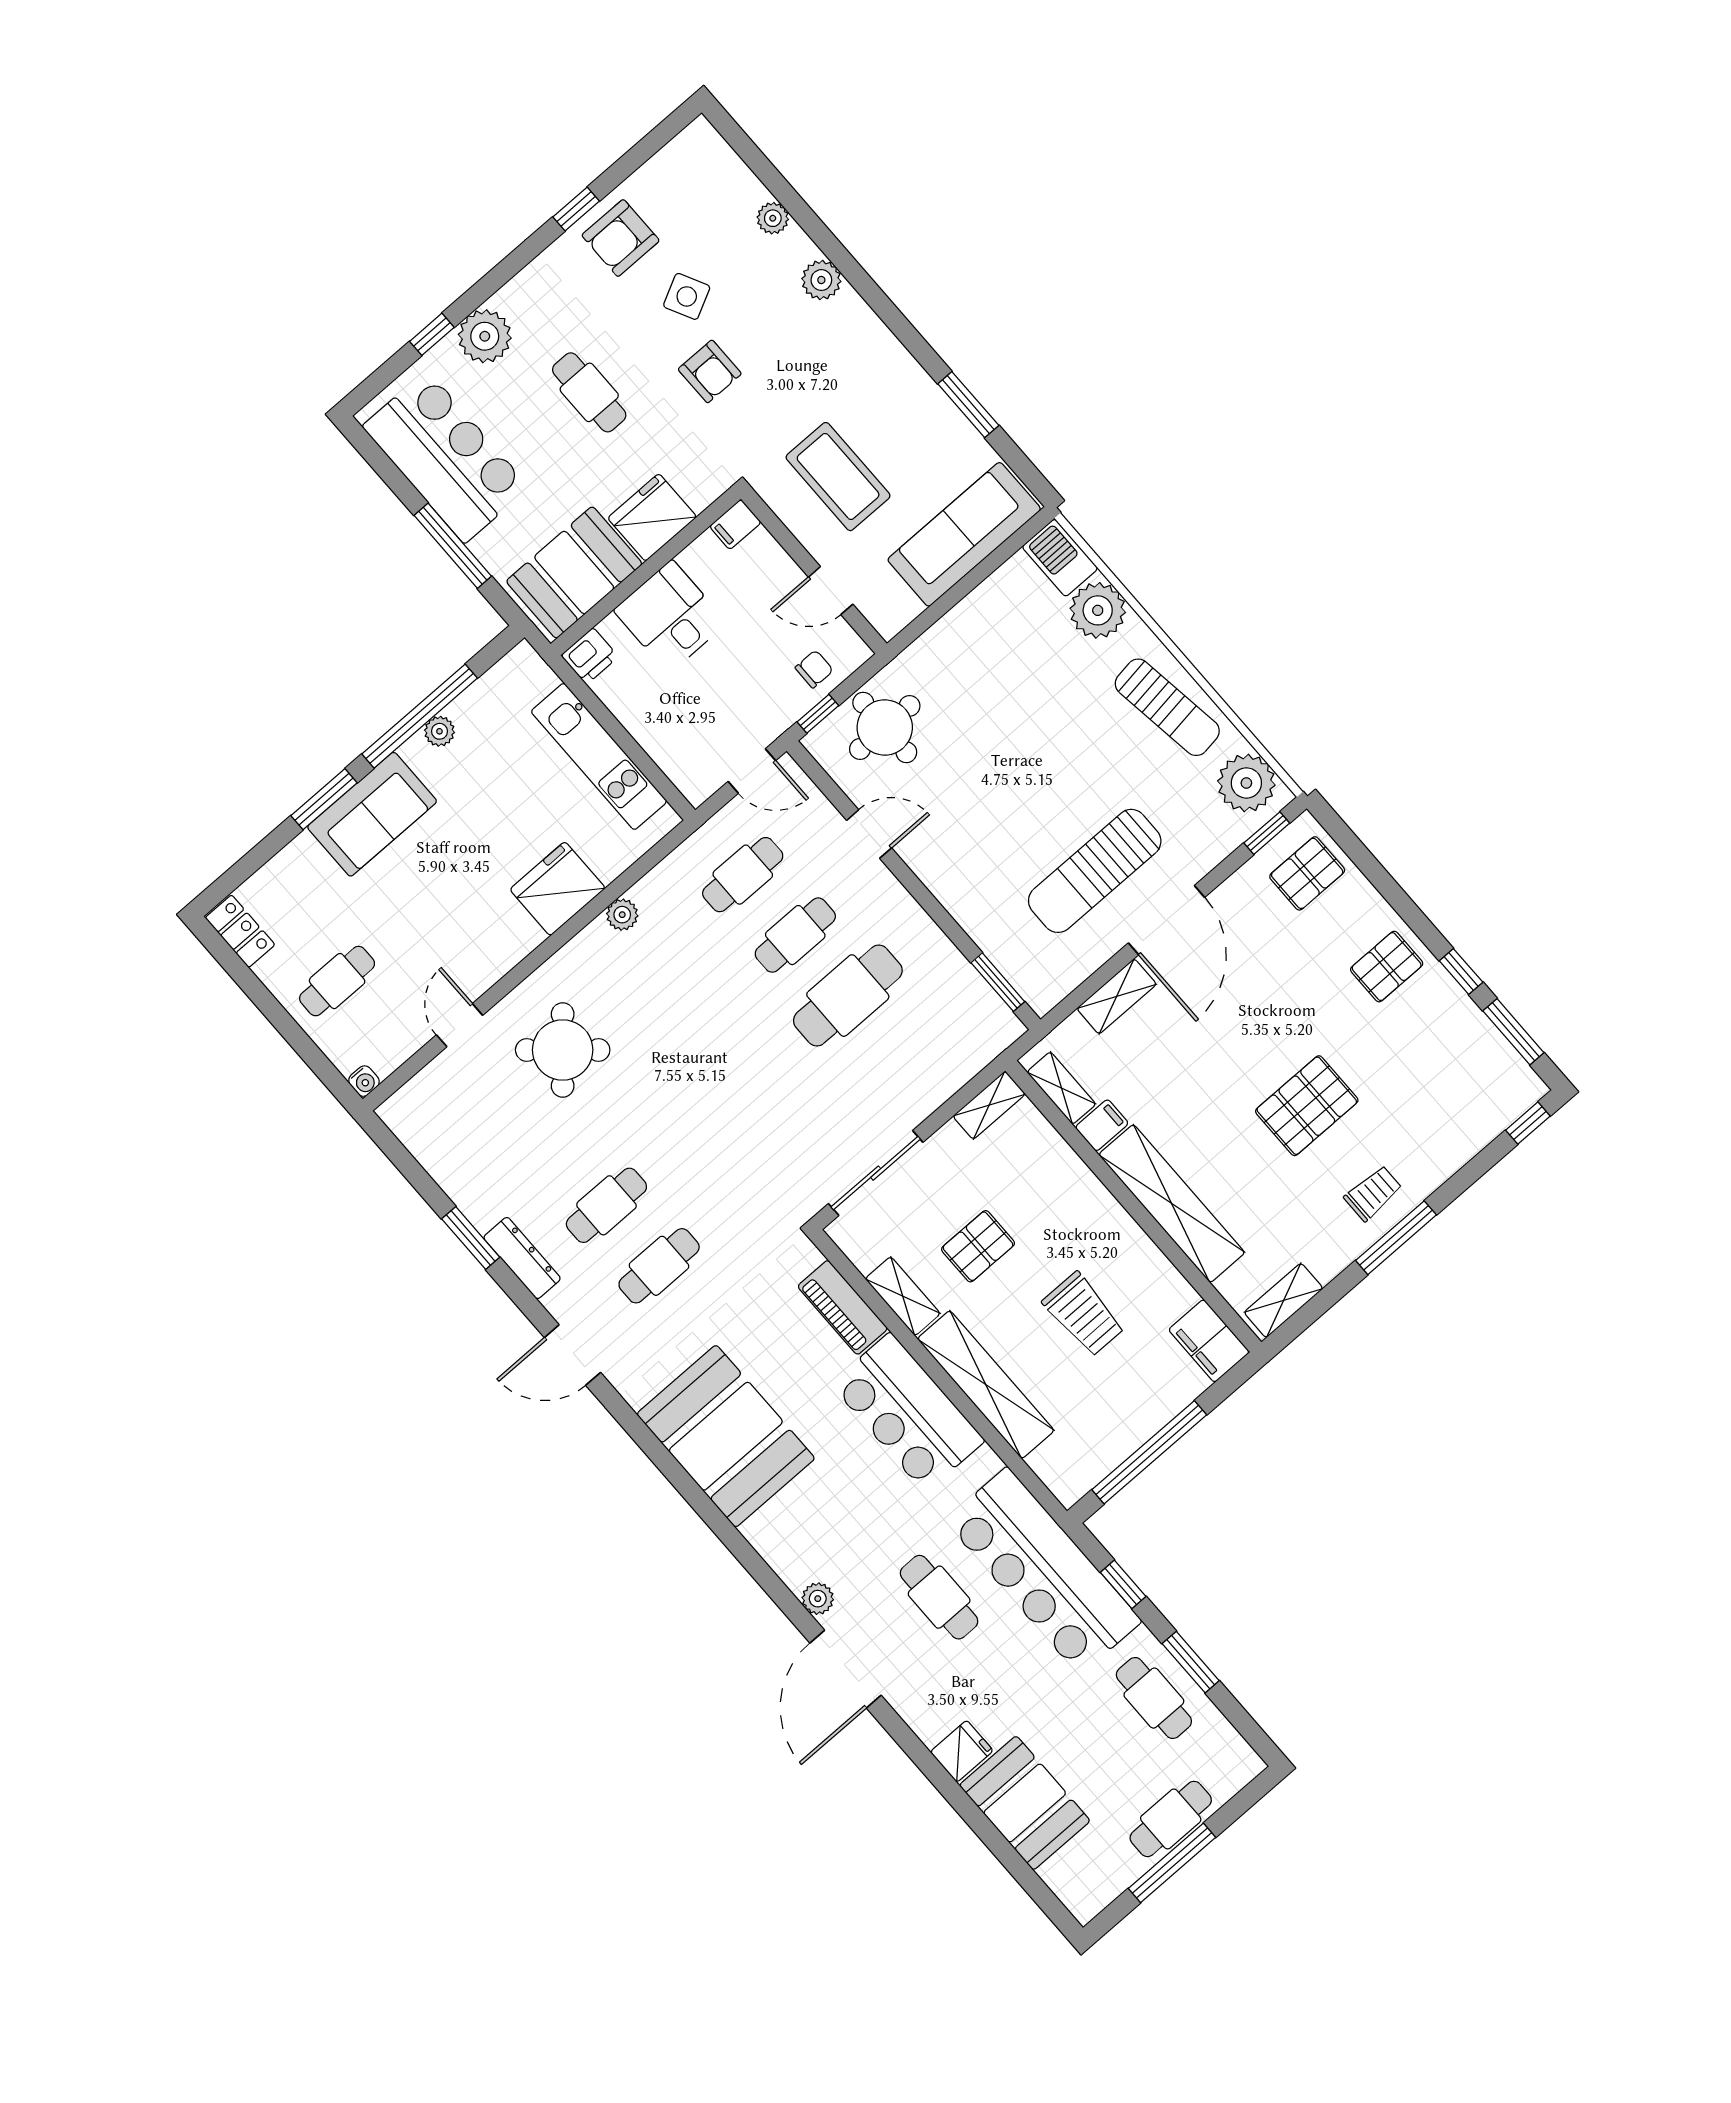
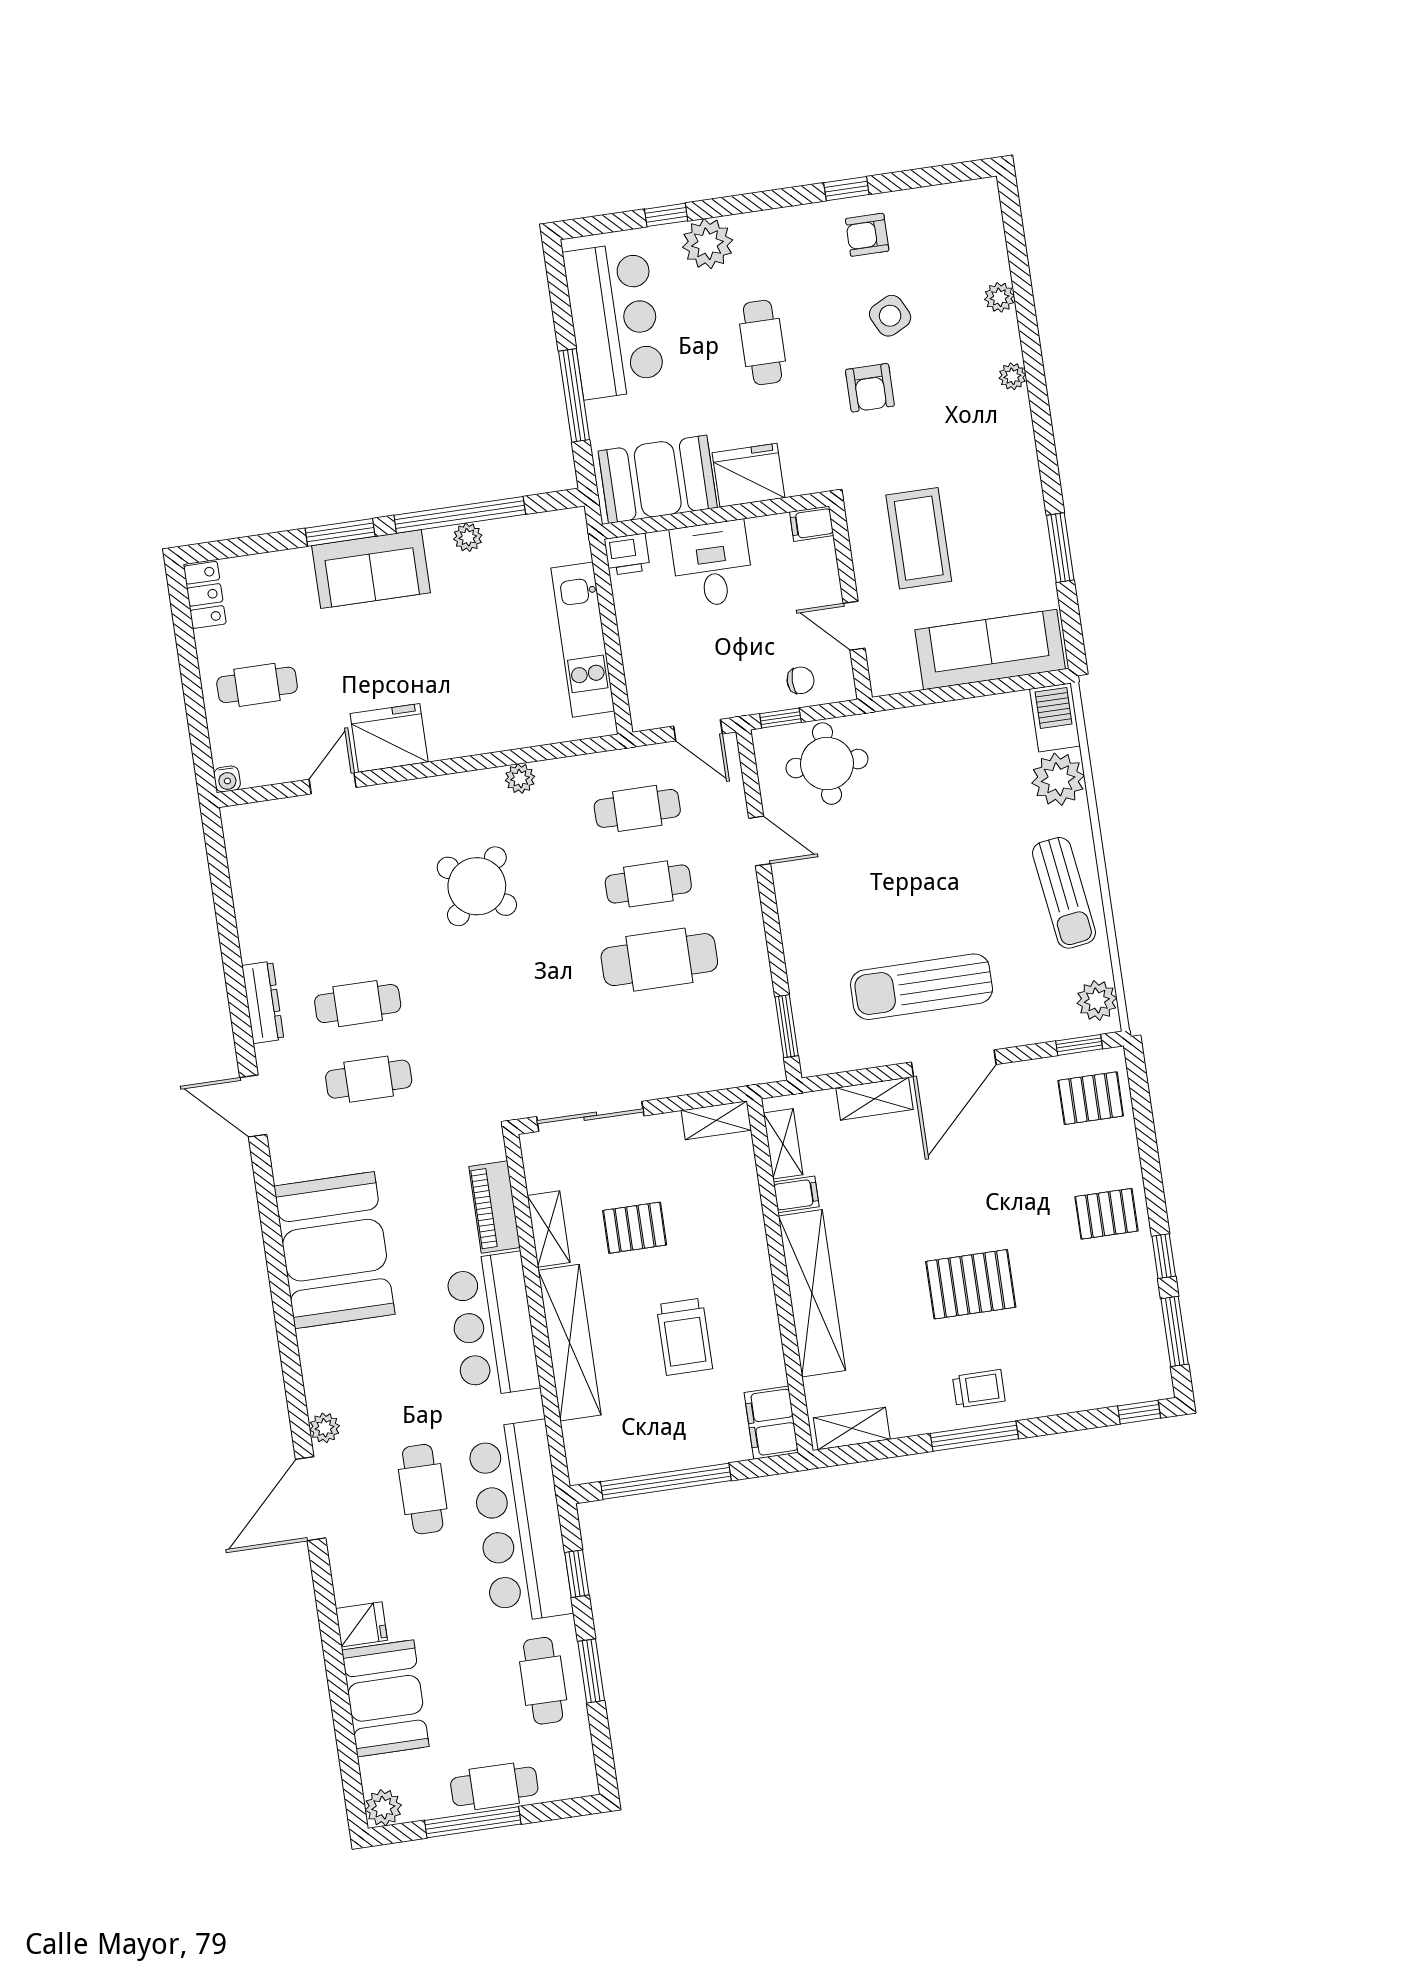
armchair: (621, 238) -> (867, 235), width x0.72, depth x0.72
plant: (821, 280) -> (1012, 376), width x0.73, depth x0.73
plant: (1246, 783) -> (1097, 1001), width x0.73, depth x0.73
fridge: (558, 889) -> (389, 738), moved
round table: (563, 1050) -> (477, 886), moved
window: (471, 1238) -> (232, 960), removed
plant: (1085, 1901) -> (383, 1808), added

